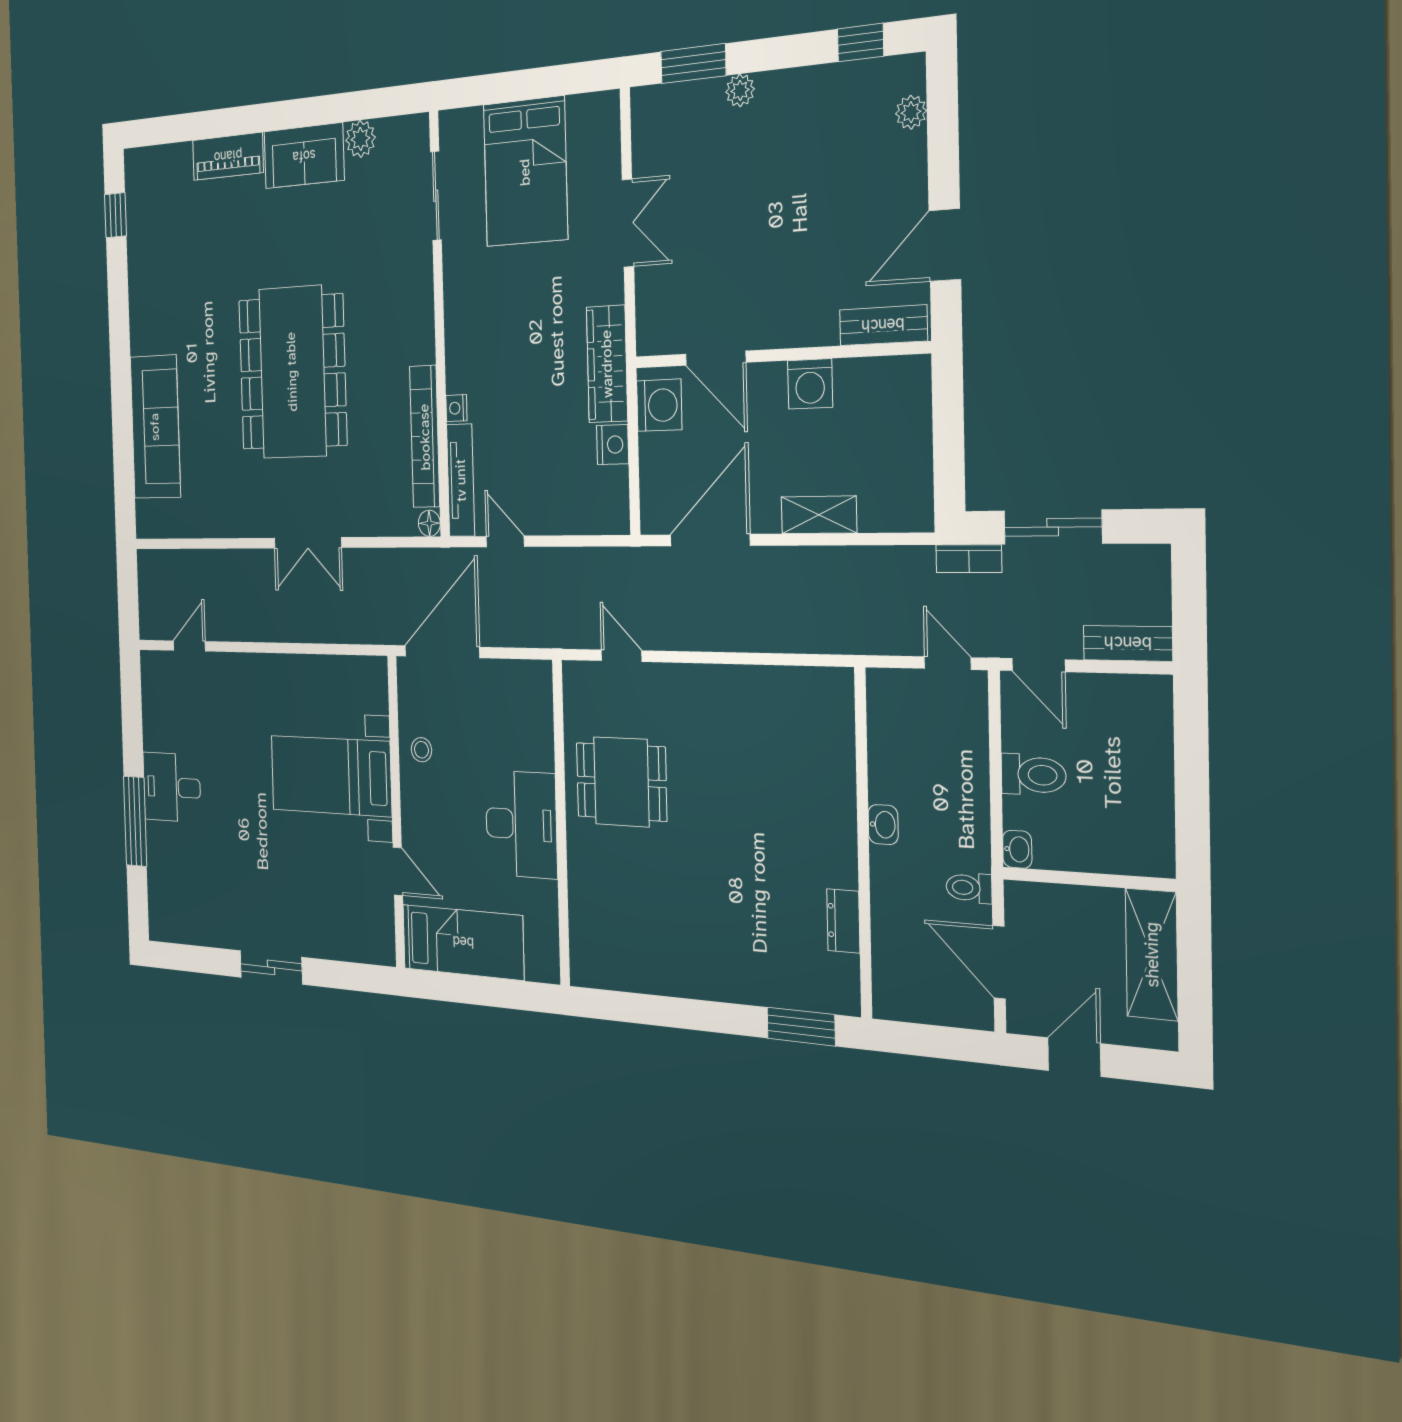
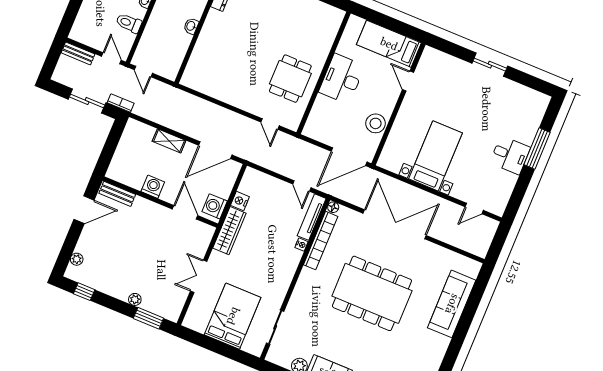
dining table: (292, 372) -> (372, 293), turned 90
double door: (308, 543) -> (395, 224), width x1.87
stool: (421, 750) -> (376, 123), width x1.89, depth x1.89
bed with nightstands: (331, 776) -> (435, 156), moved, turned -90
dining table: (621, 782) -> (290, 79), turned 90

